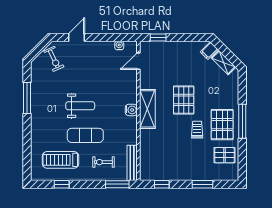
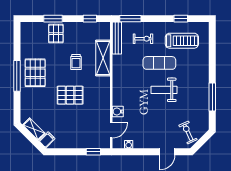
pallet: (184, 100) -> (70, 95), turned 90
shelving: (147, 109) -> (103, 58), moved
water cooler: (131, 110) -> (118, 112), moved
trolley: (197, 130) -> (76, 62), moved
pallet: (224, 155) -> (56, 34), moved, turned 90

